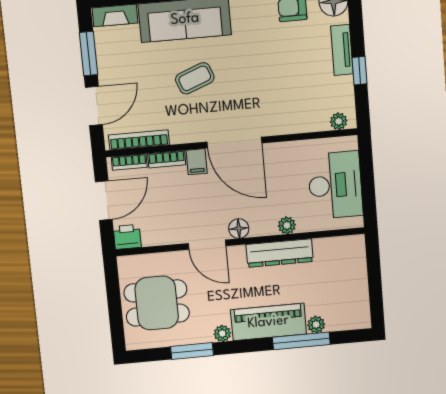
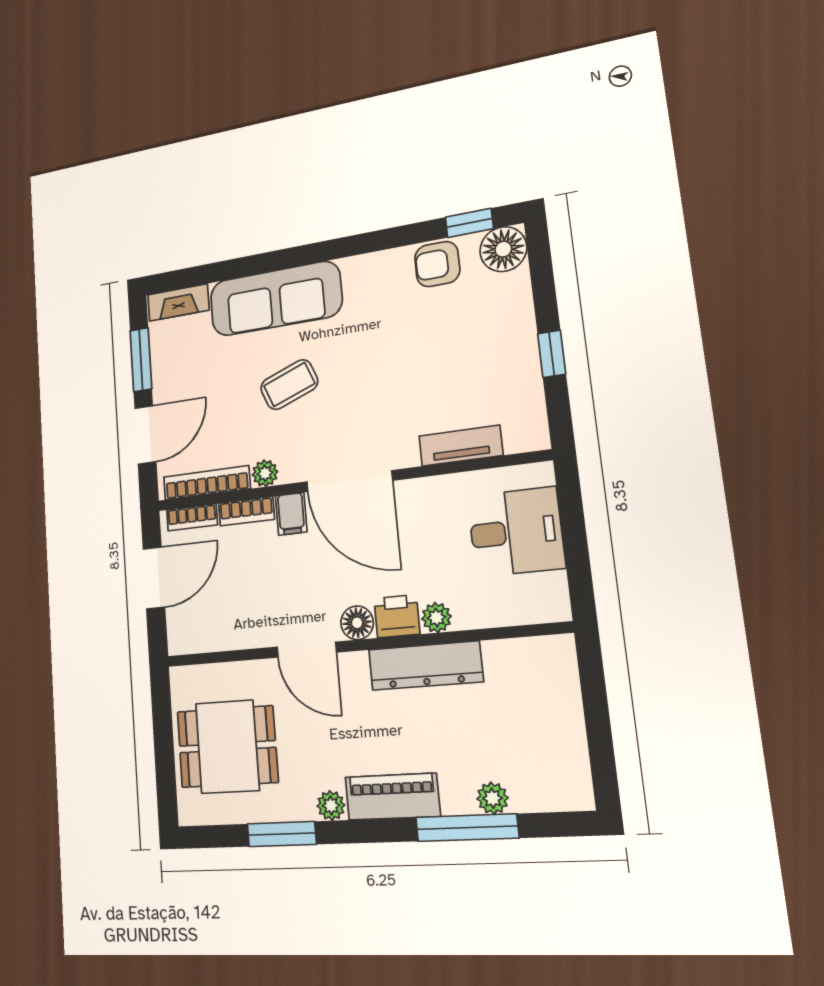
tv unit: (342, 50) -> (461, 446), moved, turned 90
plant: (339, 121) -> (265, 473), moved
desk: (335, 185) -> (516, 532), width x0.73
printer: (127, 237) -> (397, 616), moved
piano: (268, 322) -> (392, 797), width x0.73, depth x0.75

